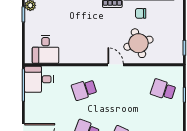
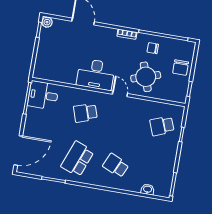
chair: (172, 28) -> (181, 68), added
desk: (46, 49) -> (96, 74), moved, width x1.37
school desk: (163, 90) -> (162, 126), turned -39

